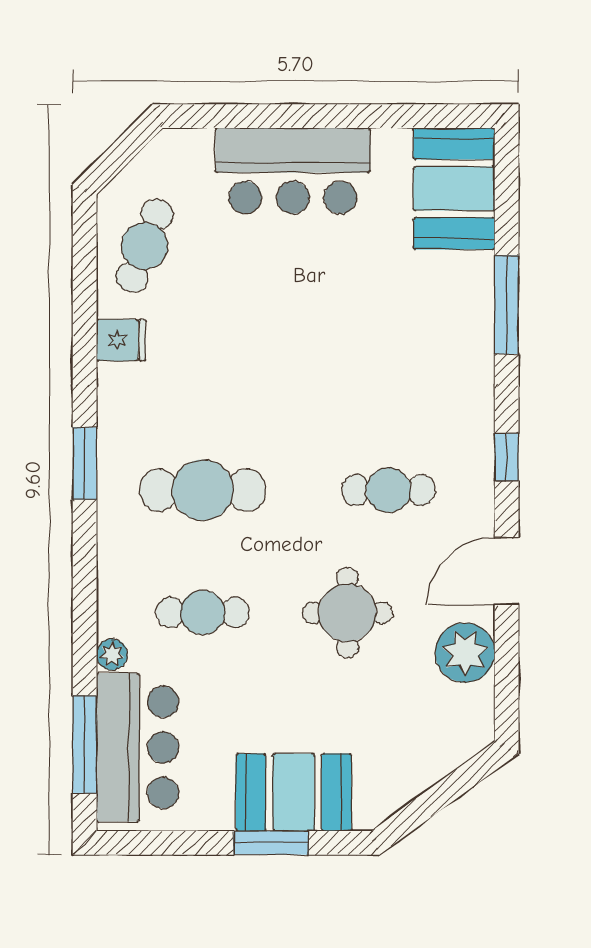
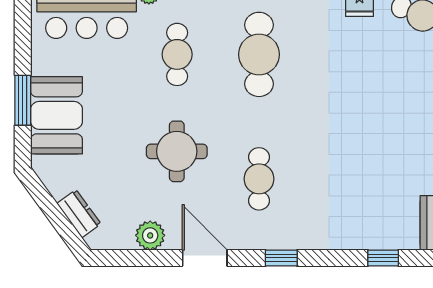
window: (507, 305) -> (383, 258), width x0.46
plant: (465, 653) -> (150, 235), width x0.73, depth x0.73
dresser: (440, 759) -> (79, 214), added

